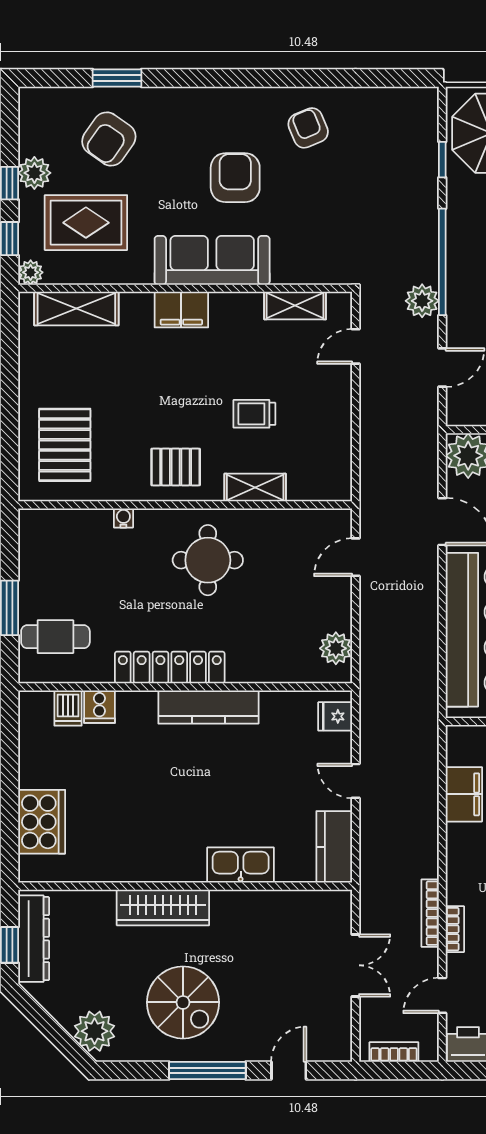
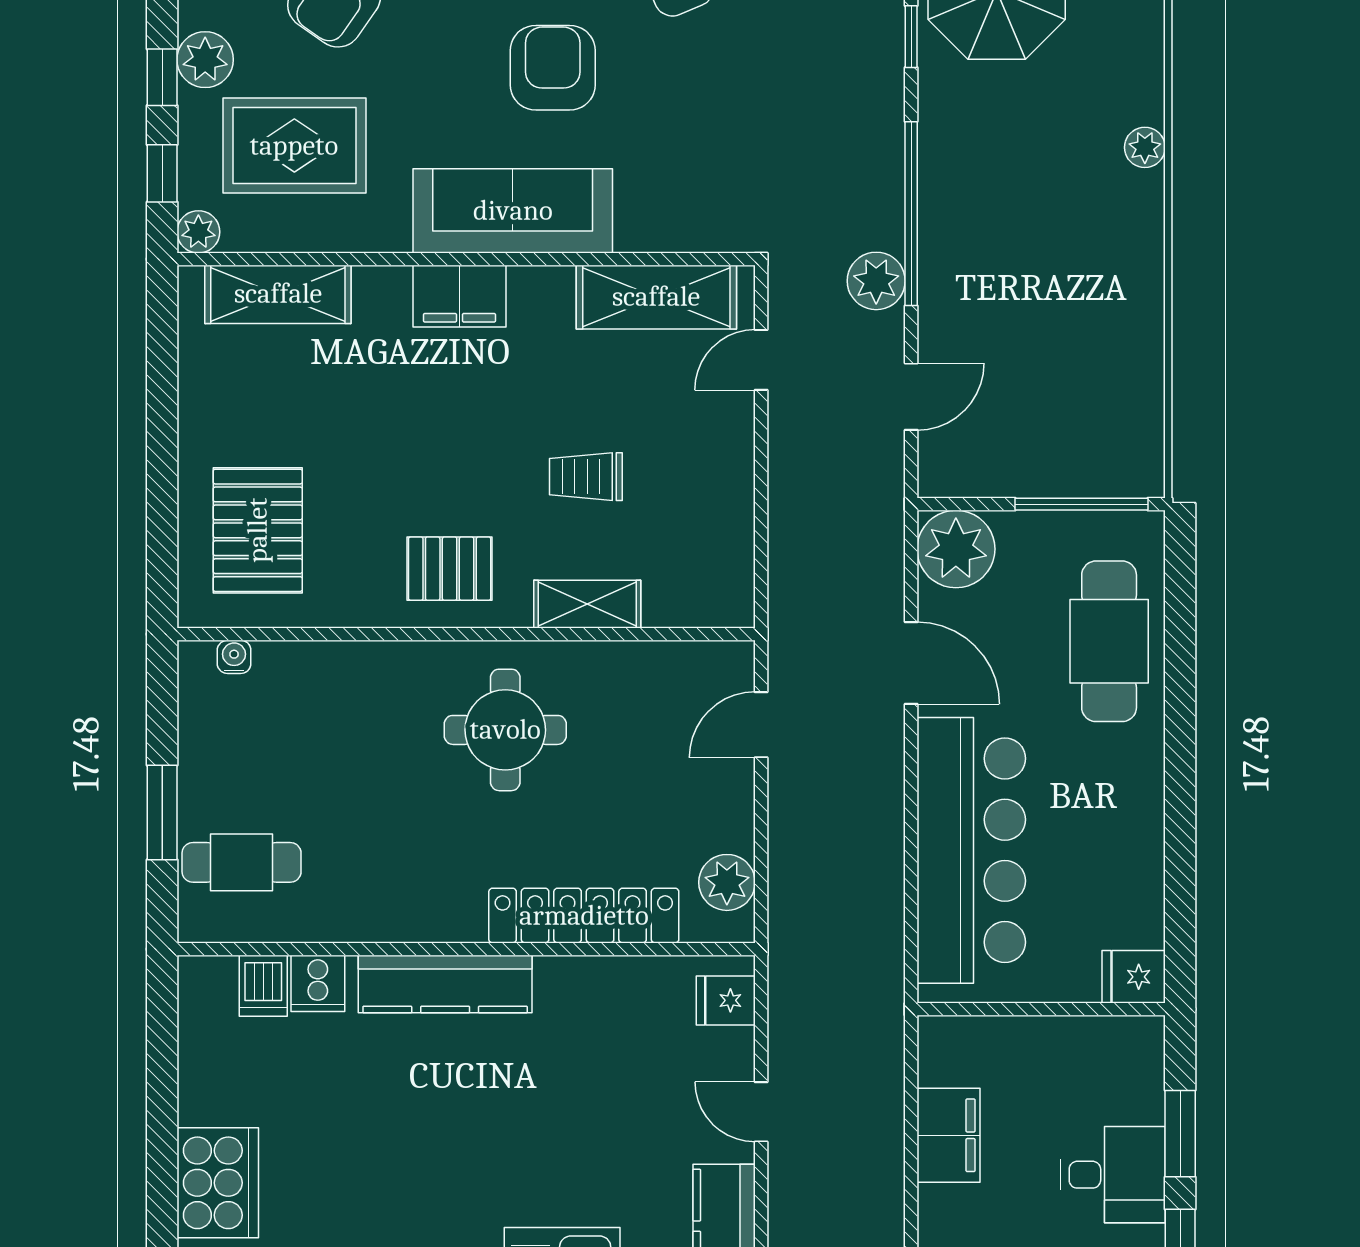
shelving: (295, 306) -> (656, 297), width x1.50, depth x1.33
water cooler: (123, 518) -> (234, 657), moved
locker: (170, 667) -> (584, 916), moved
kitchen counter: (208, 707) -> (445, 984), moved

